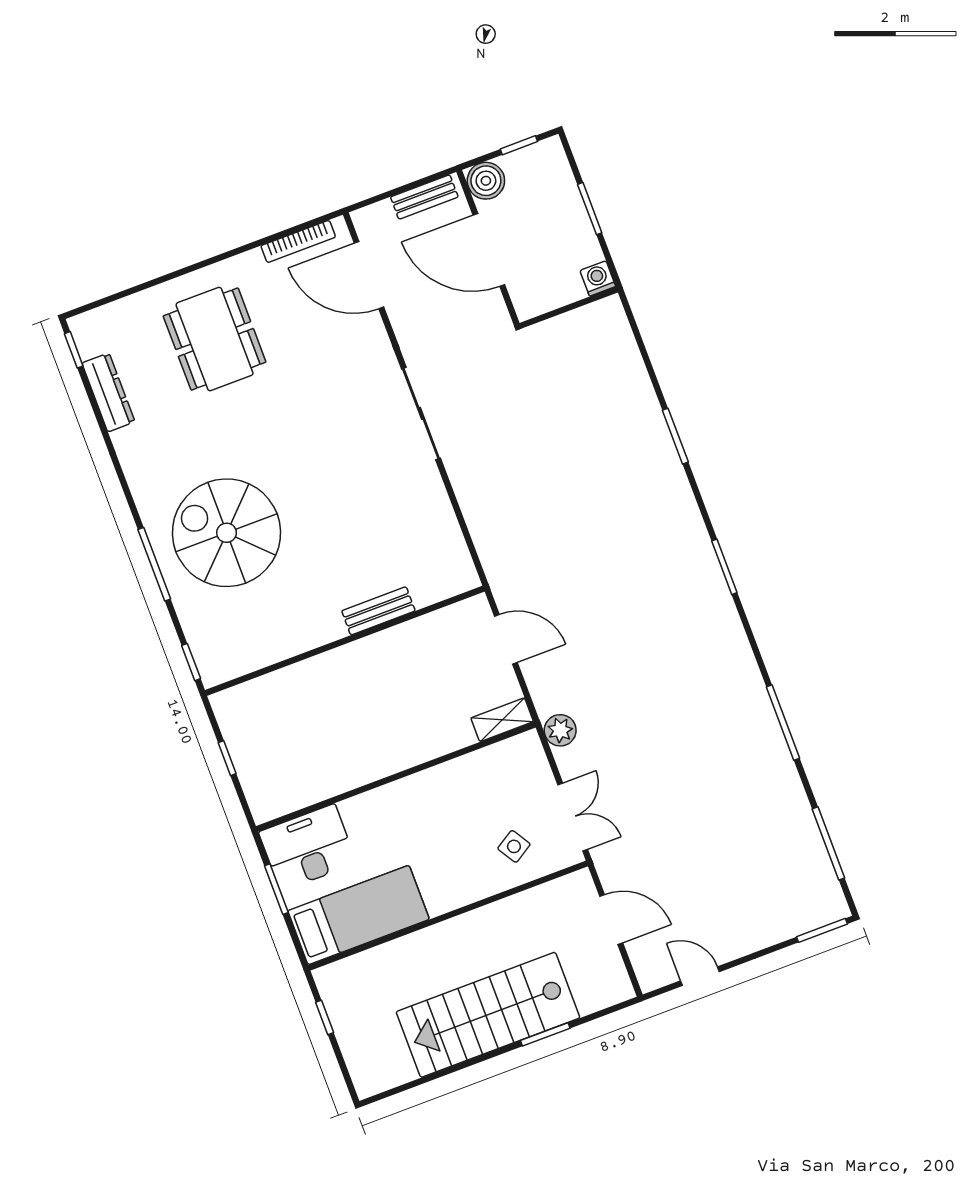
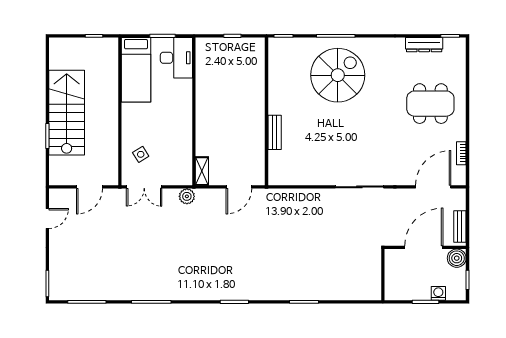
bookcase: (298, 241) -> (461, 153), width x0.64
washing machine: (598, 278) -> (438, 293), moved, turned -90

